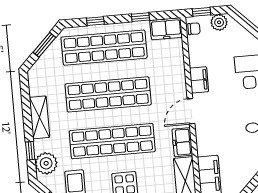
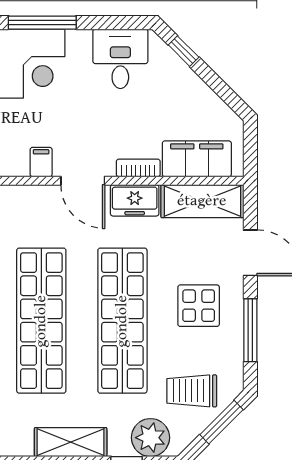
filing cabinet: (199, 80) -> (41, 162), width x0.50
bookcase: (201, 143) -> (138, 168), added

